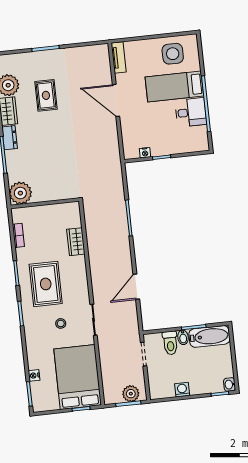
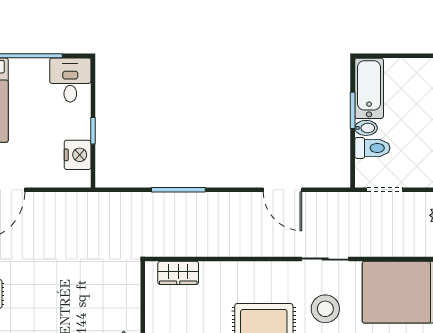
desk: (191, 112) -> (70, 80), moved
nightstand: (145, 153) -> (78, 155), width x1.89, depth x1.79
wardrobe: (76, 242) -> (178, 273), moved
stool: (61, 323) -> (325, 309), width x1.89, depth x1.89

